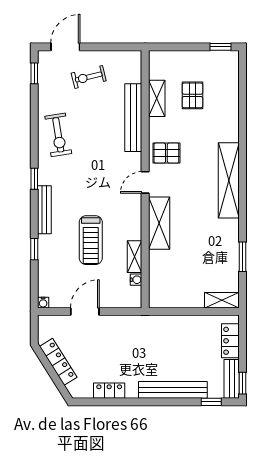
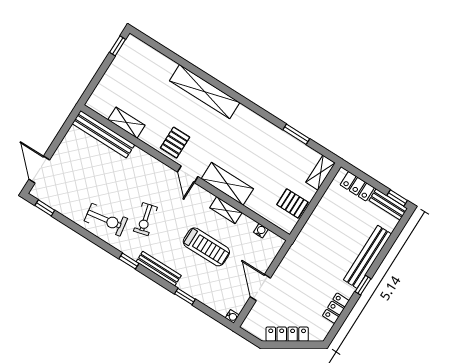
exercise bike: (89, 77) -> (145, 219), moved
pallet: (192, 95) -> (292, 203), moved
bench: (133, 118) -> (103, 134), moved
shelving: (229, 180) -> (205, 92), moved
shelving: (135, 257) -> (226, 210), moved
window: (211, 402) -> (363, 285), moved

